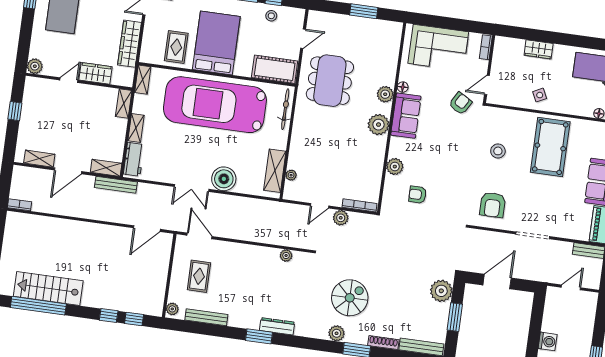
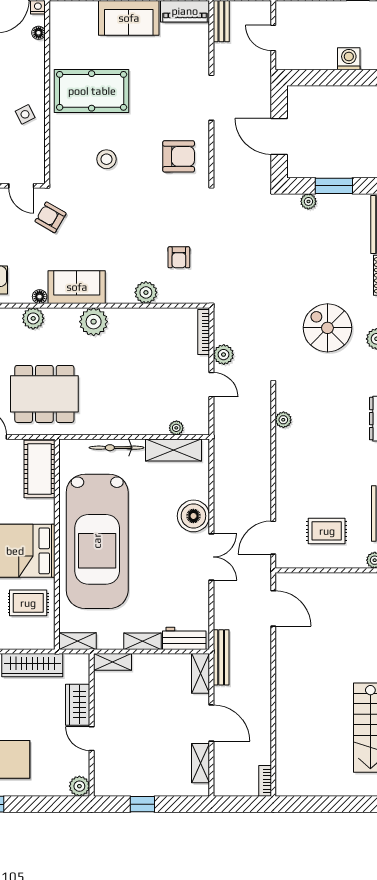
plant: (385, 94) -> (33, 318), moved
bicycle: (285, 109) -> (116, 448), moved
plant: (441, 291) -> (308, 201), width x0.53, depth x0.53

